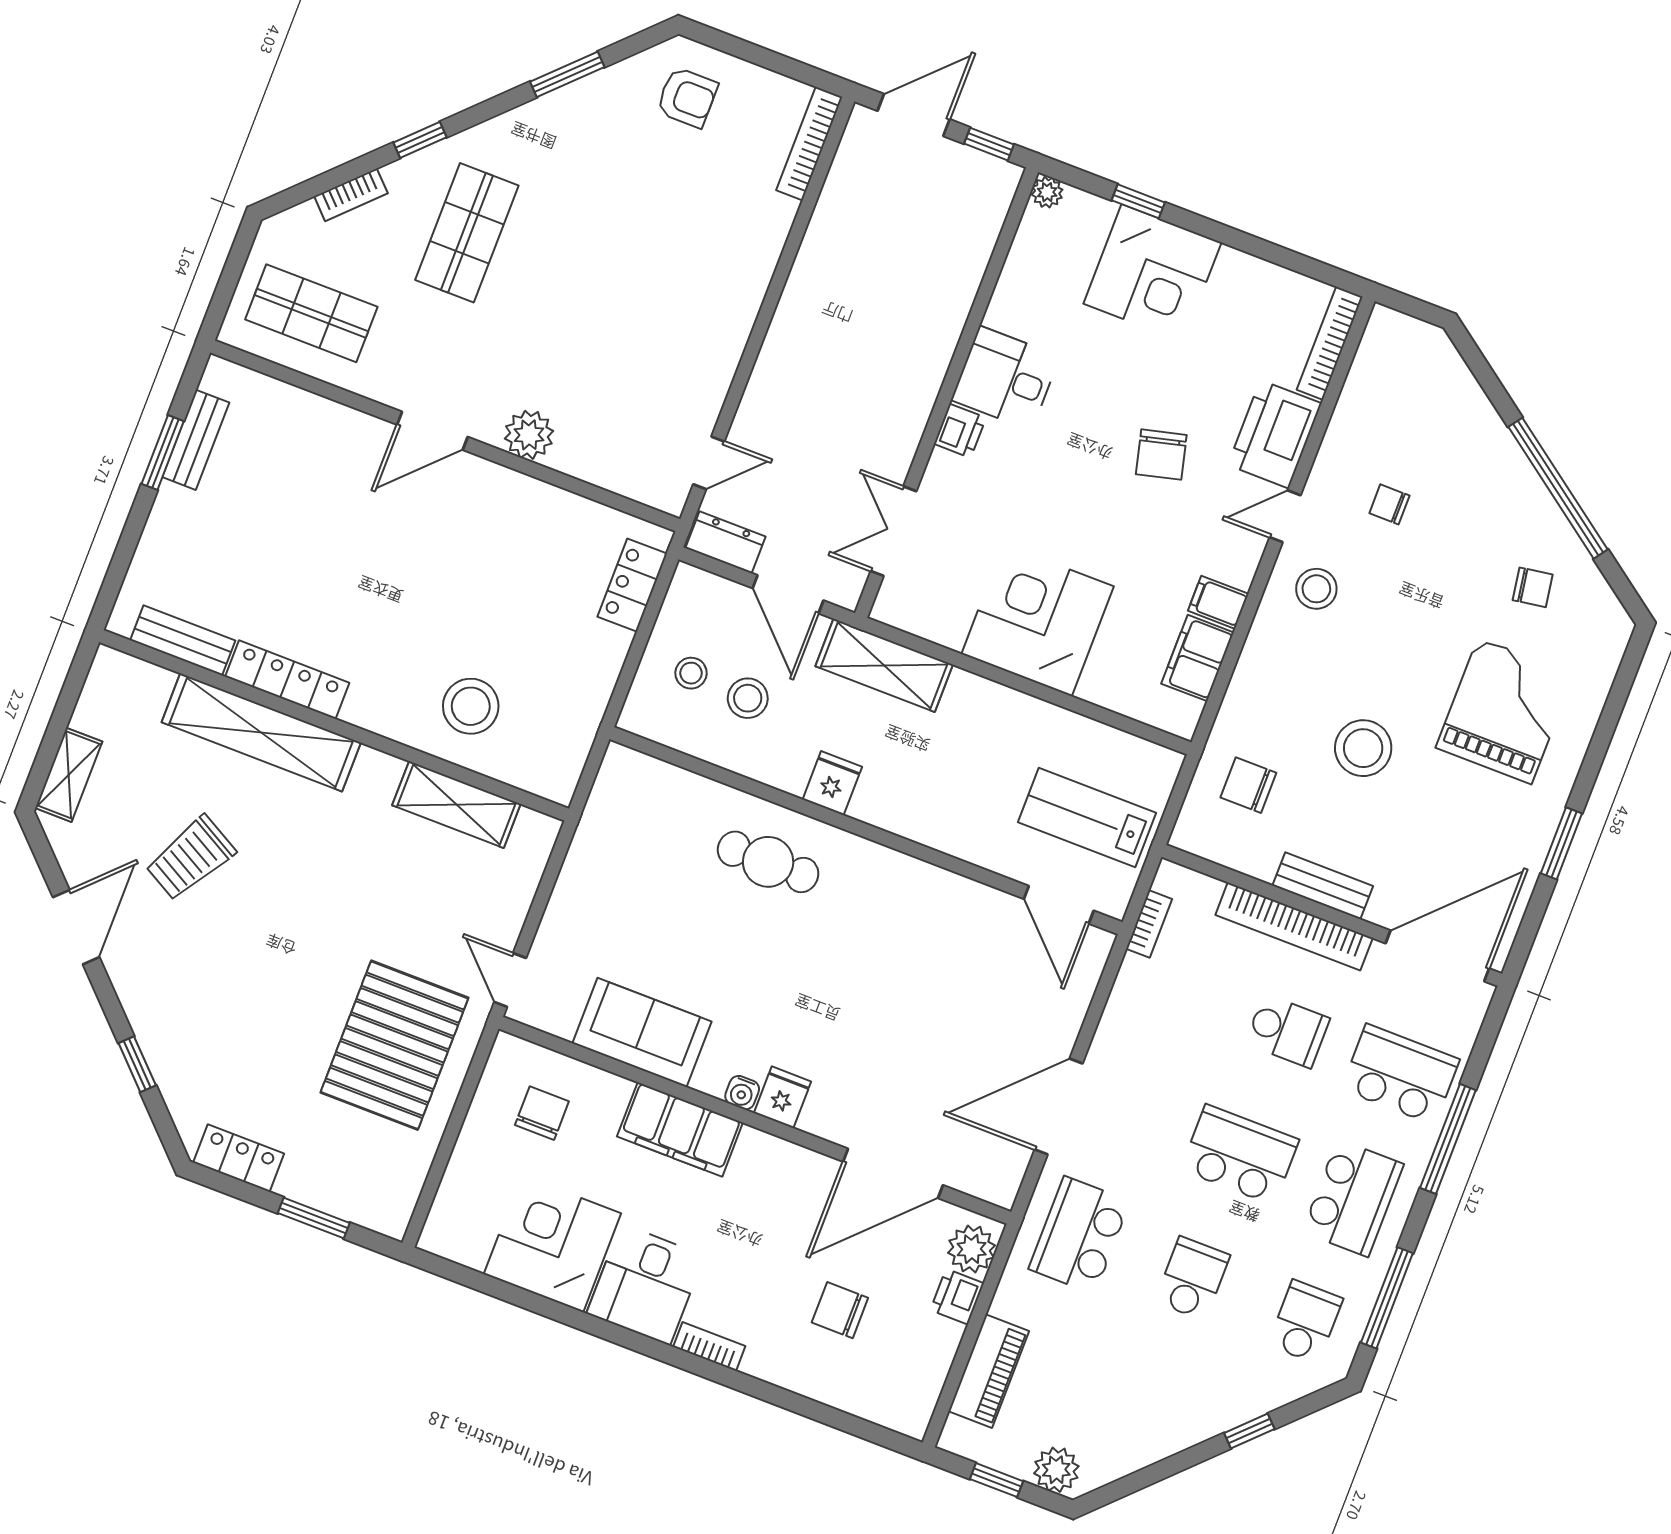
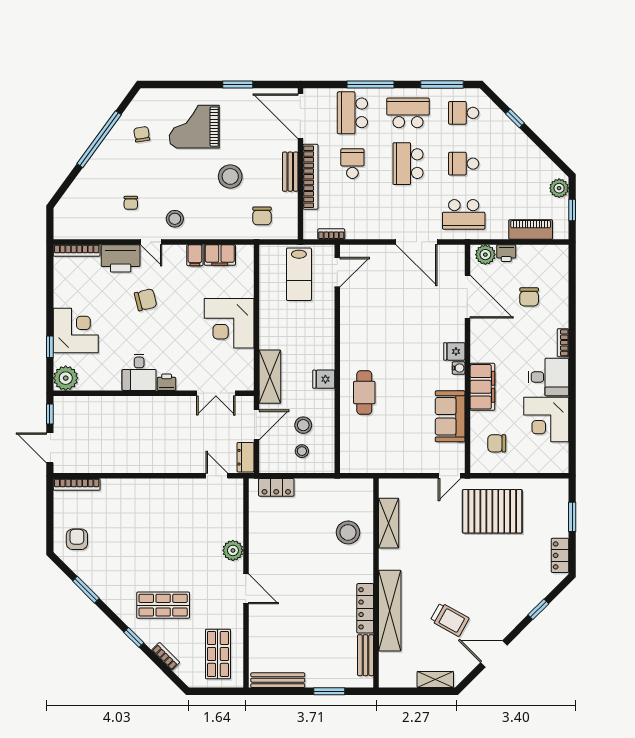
plant: (1047, 192) -> (66, 378), width x1.87, depth x1.87
bench: (196, 440) -> (278, 680), width x1.36
window: (163, 452) -> (329, 691), moved

